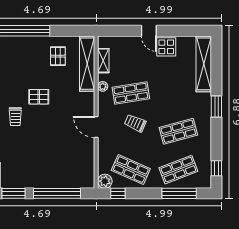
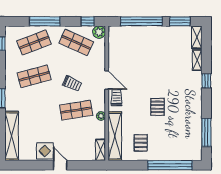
shelving: (103, 61) -> (100, 150), moved
pallet: (39, 97) -> (158, 107), turned 90
trolley: (15, 117) -> (116, 98), moved
window: (179, 193) -> (45, 21), moved

